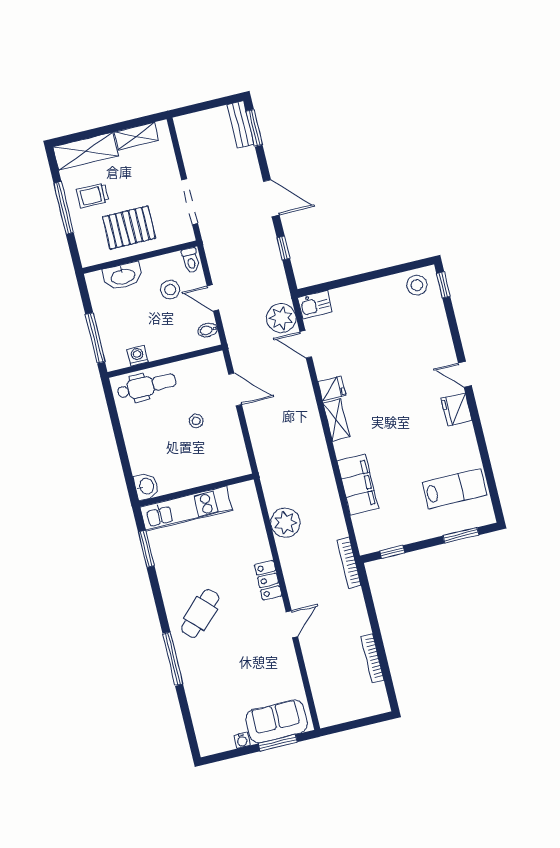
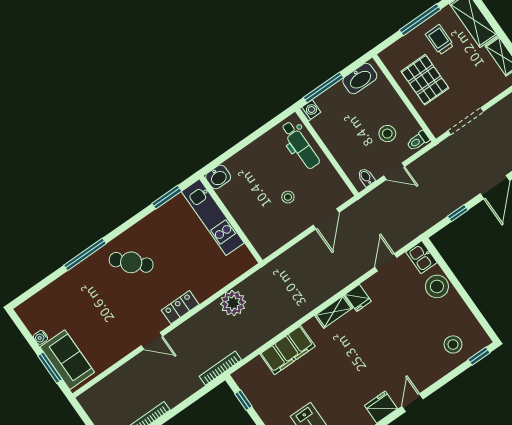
washbasin: (123, 276) -> (360, 79), moved, turned -90
stool: (417, 285) -> (453, 344), moved
door: (213, 298) -> (394, 171), swing flipped
stool: (352, 300) -> (437, 286), added
plant: (281, 318) -> (400, 234), removed
washing machine: (137, 356) -> (310, 110), moved

